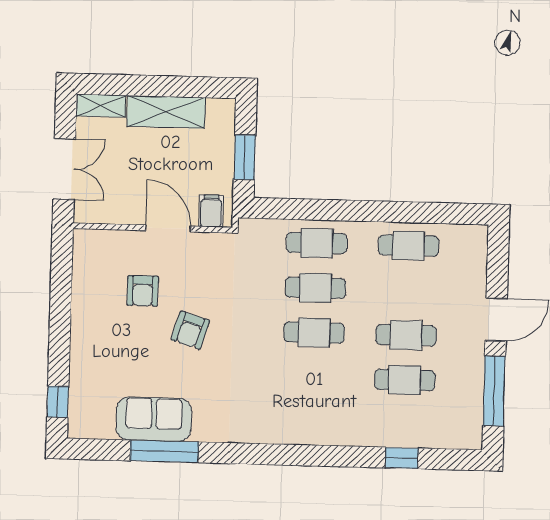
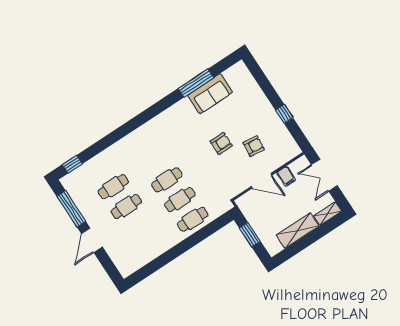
filing cabinet: (211, 211) -> (286, 176), moved
cafe table: (409, 246) -> (152, 246), removed
armchair: (143, 291) -> (254, 146), turned 96
armchair: (190, 330) -> (221, 143), turned 73
window: (58, 402) -> (284, 114), moved
window: (402, 458) -> (72, 164), moved

